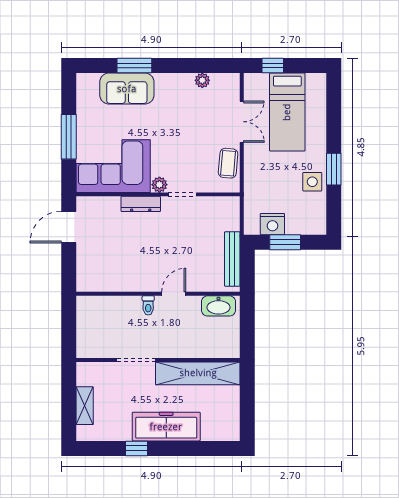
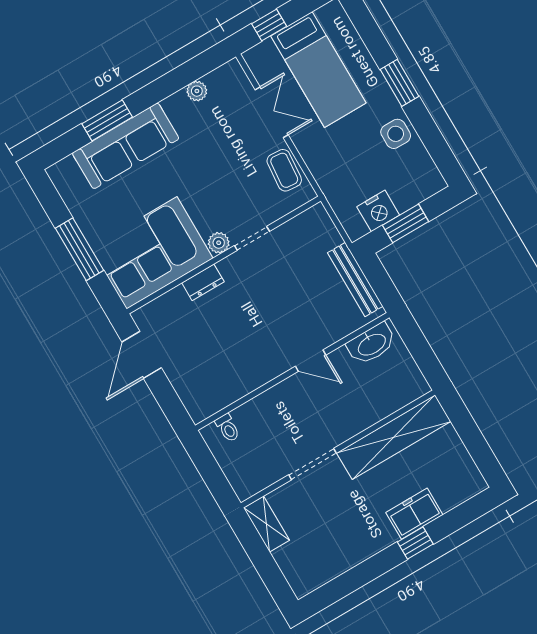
sofa: (127, 89) -> (126, 146), width x1.36
window: (334, 169) -> (400, 83), moved
dresser: (141, 204) -> (203, 282), width x0.70
door: (174, 294) -> (311, 361), swing flipped
toilet: (148, 305) -> (228, 428), moved
shelving: (85, 406) -> (266, 524), moved
freezer: (166, 427) -> (414, 514), width x0.52, depth x0.79
window: (136, 448) -> (415, 543), moved

